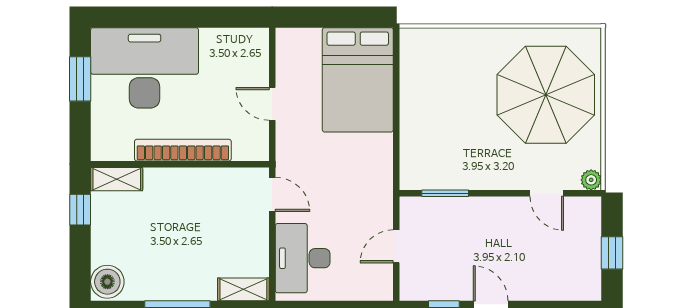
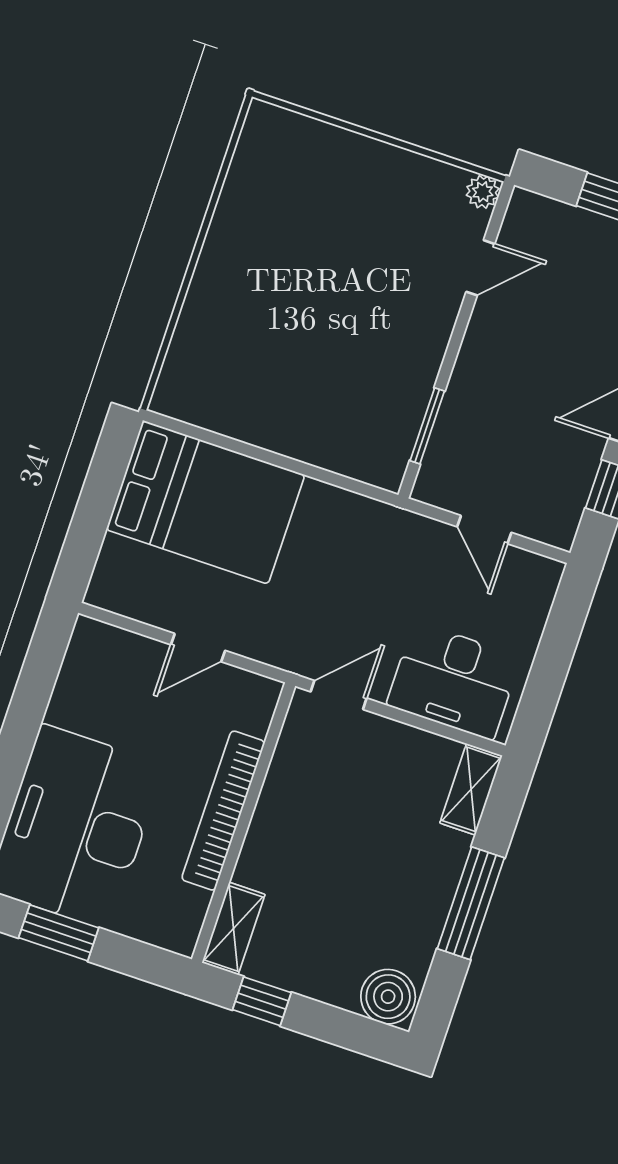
parasol: (546, 95) -> (327, 218), removed

